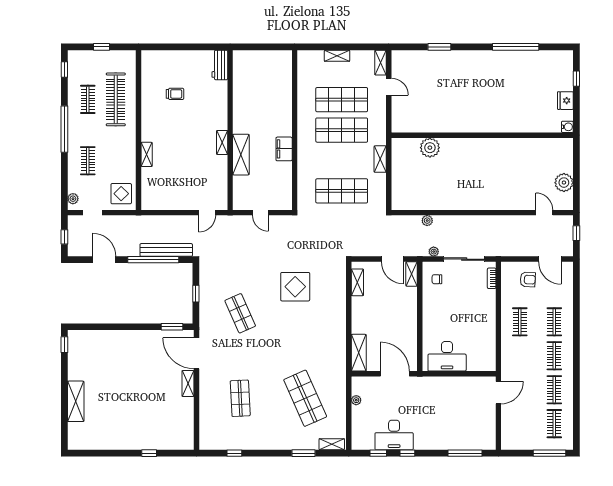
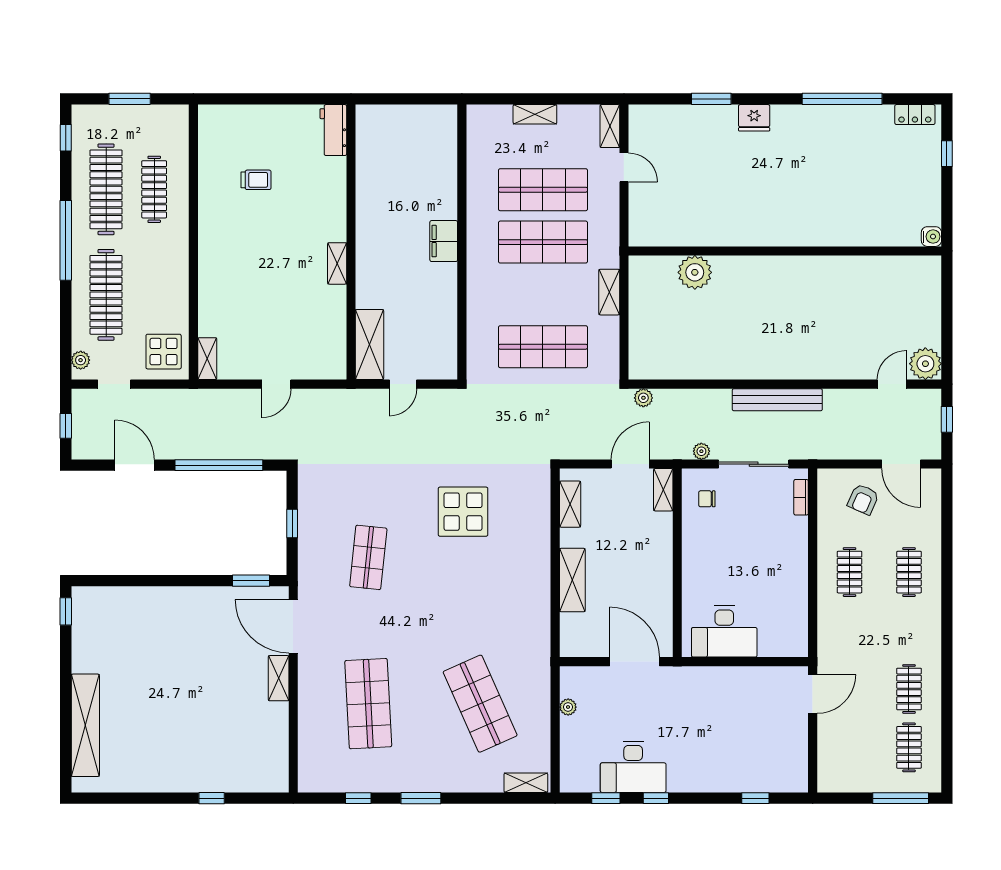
window: (102, 47) -> (130, 99), width x1.50
locker: (558, 56) -> (915, 115), added
clothes rail: (88, 99) -> (106, 189), width x1.86, depth x1.31
clothes rail: (116, 99) -> (154, 189), width x0.73, depth x0.76
fridge: (565, 101) -> (754, 118), moved, turned -90
filing cabinet: (284, 149) -> (444, 241), moved
shelving: (147, 154) -> (207, 359), moved
shelving: (241, 155) -> (369, 345), moved
clothes rail: (88, 161) -> (106, 295), width x1.86, depth x1.31
plant: (564, 183) -> (925, 364), moved
door: (207, 213) -> (276, 384), moved
door: (260, 213) -> (403, 384), hinge flipped
door: (544, 213) -> (892, 384), hinge flipped
plant: (427, 221) -> (643, 398), moved
bench: (166, 250) -> (777, 400), moved
door: (392, 259) -> (630, 464), swing flipped
armchair: (528, 280) -> (863, 499), turned 111
shop shelf: (240, 313) -> (368, 557), turned 30
shelving: (359, 353) -> (572, 580), moved
clothes rail: (554, 356) -> (909, 631), removed
shop shelf: (240, 398) -> (368, 704), width x1.43, depth x1.36
shelving: (76, 401) -> (85, 725), width x1.47
window: (304, 453) -> (421, 798), moved
window: (465, 453) -> (755, 798), width x0.46

